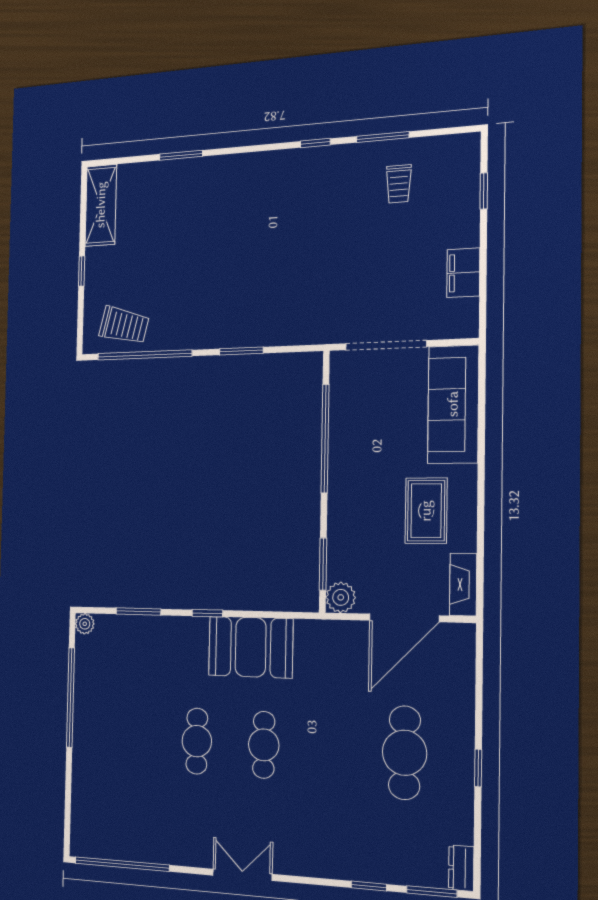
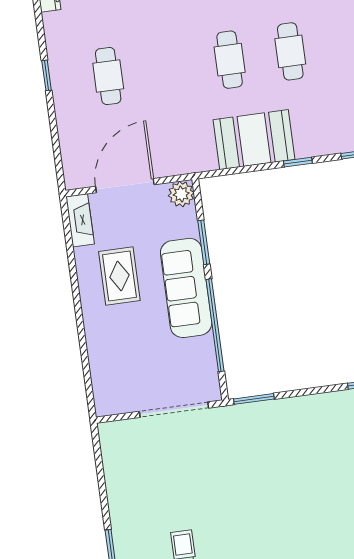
filing cabinet: (463, 273) -> (117, 476), removed
window: (241, 351) -> (254, 399), moved
sofa: (453, 404) -> (186, 288), moved, turned 180
window: (323, 564) -> (204, 242), moved
cafe table: (405, 753) -> (108, 76), width x0.73, depth x0.74

